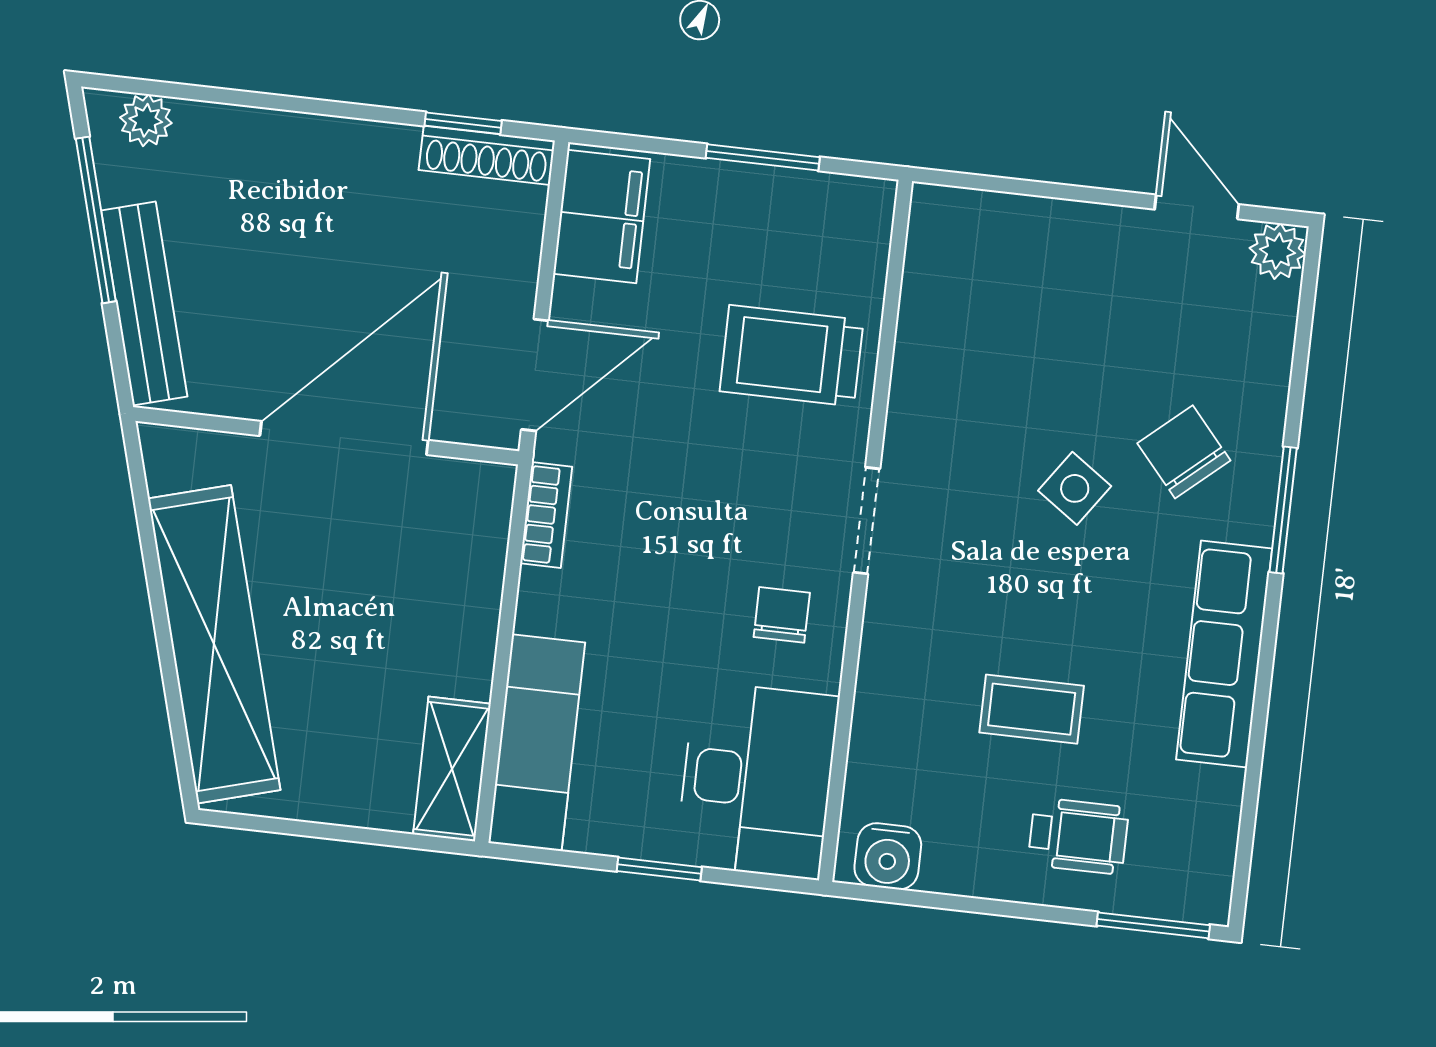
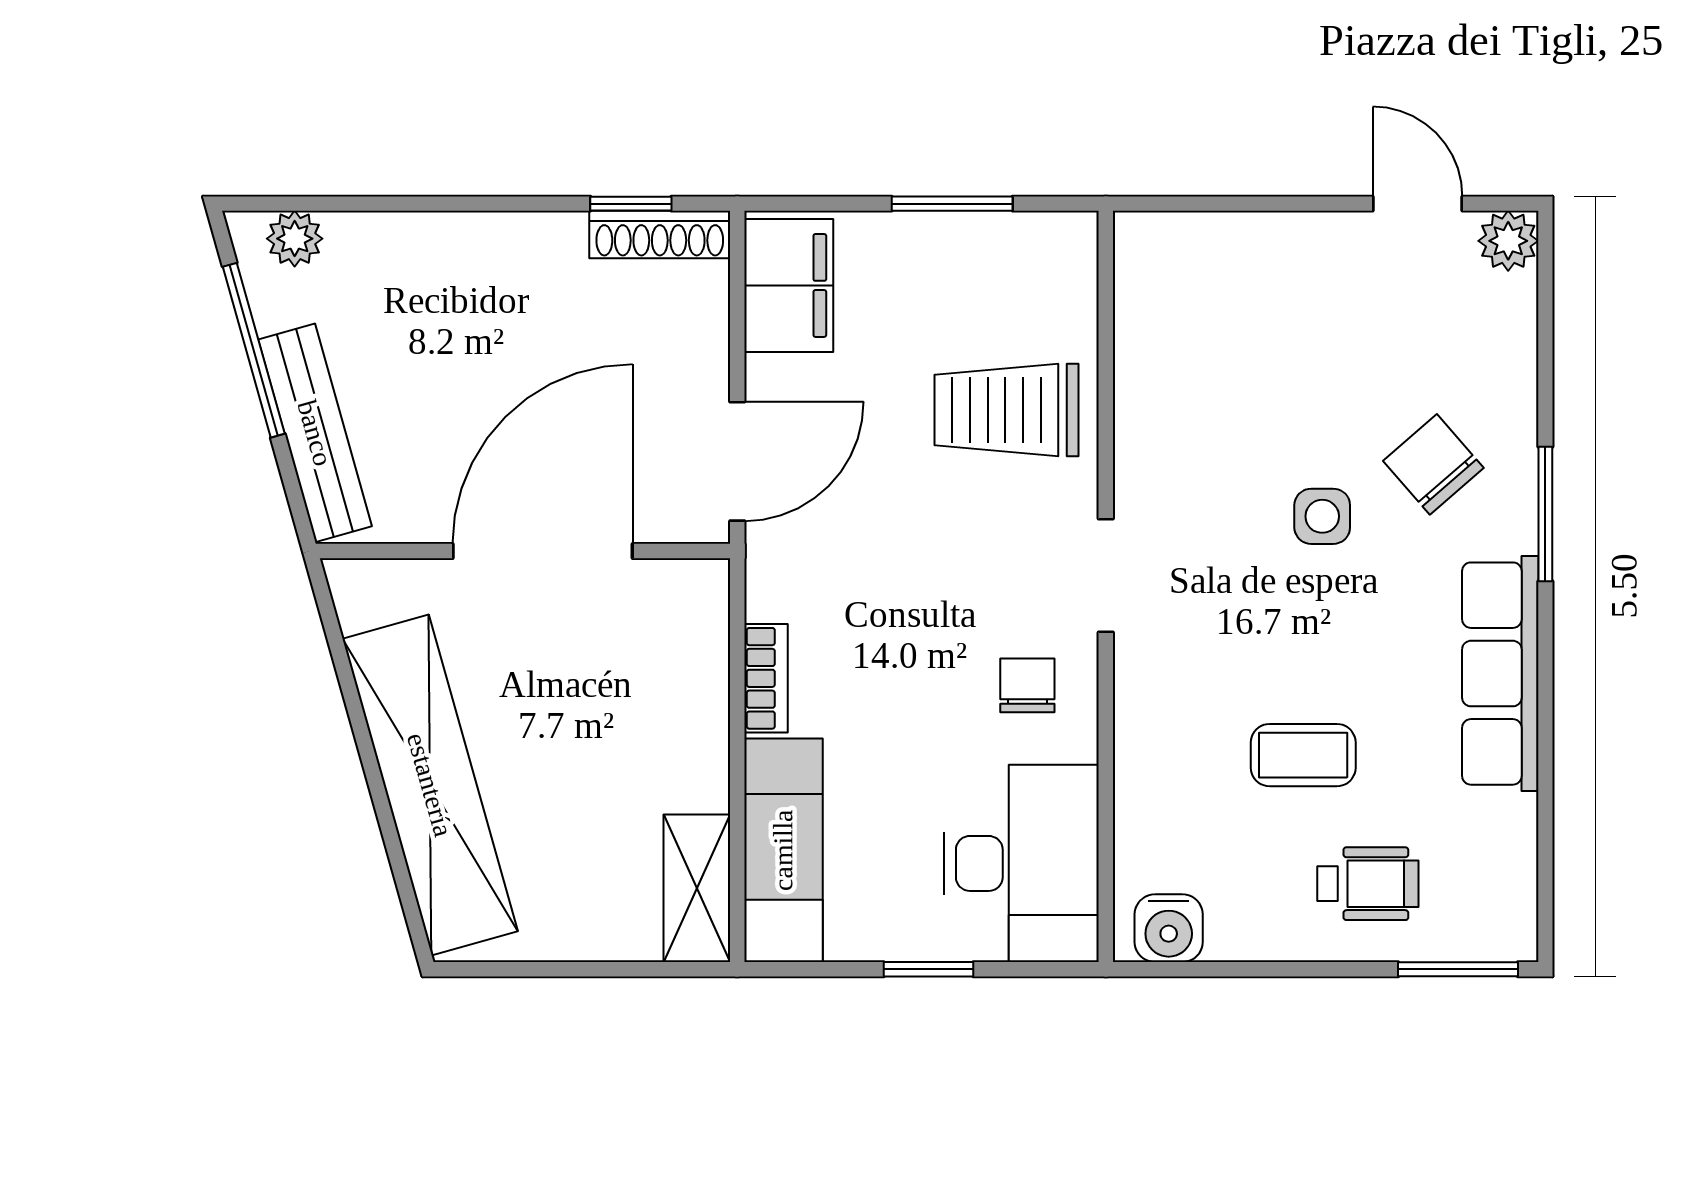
side table: (1075, 488) -> (1322, 516), turned -35
bookcase: (546, 515) -> (766, 678), moved

